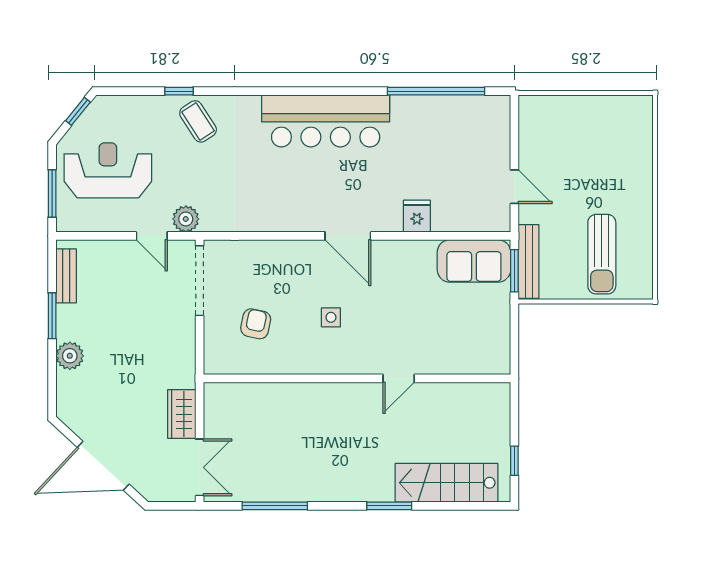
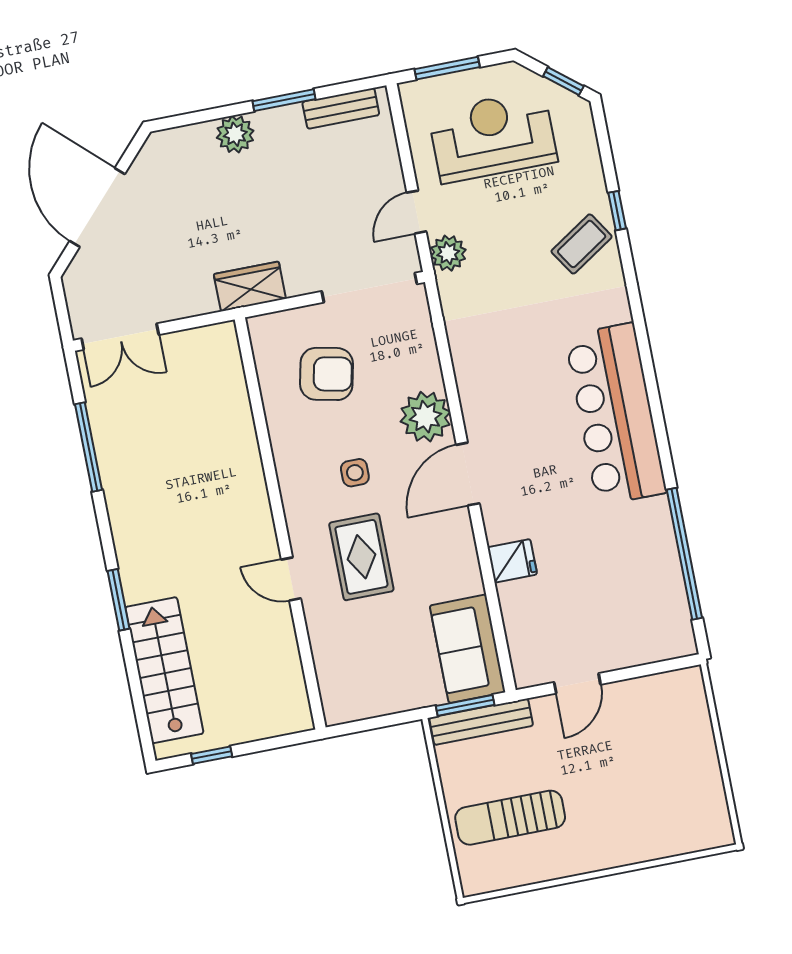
reception desk: (108, 170) -> (493, 136), turned -90
plant: (301, 258) -> (425, 417), added
armchair: (256, 324) -> (327, 374), width x1.38, depth x1.38
rug: (393, 325) -> (361, 557), added
wardrobe: (182, 414) -> (250, 286), moved

